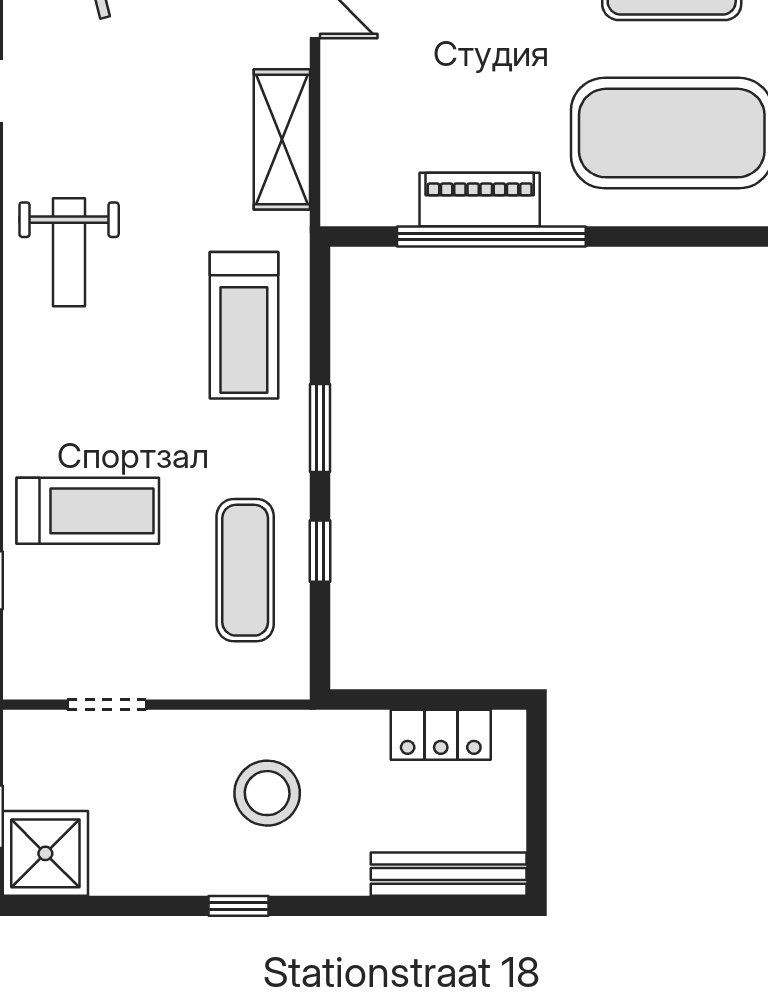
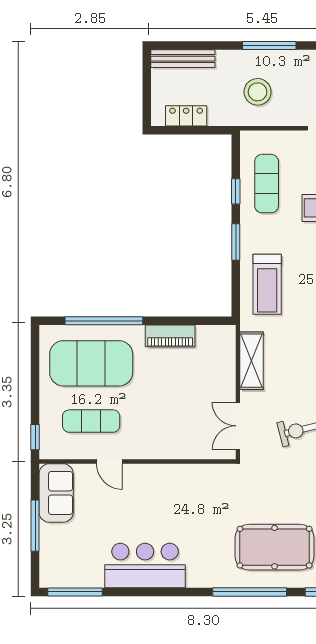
window: (491, 236) -> (104, 321), moved
treadmill: (244, 325) -> (267, 284), turned 180
window: (239, 906) -> (269, 45), width x2.17

